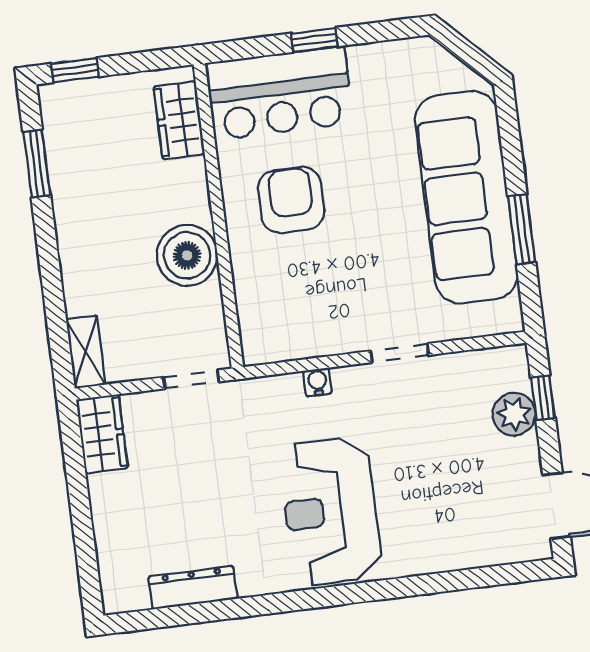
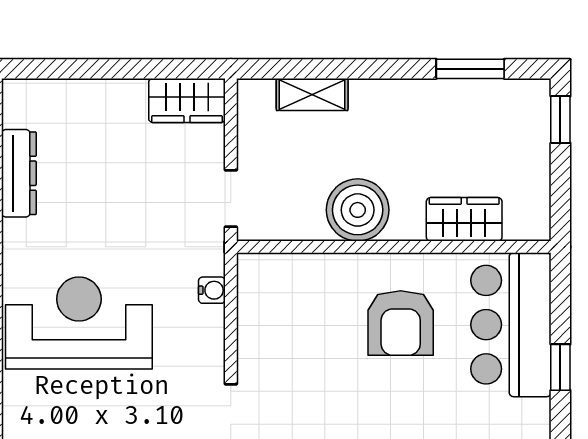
wardrobe: (179, 120) -> (464, 219), moved
armchair: (291, 200) -> (401, 323), turned 90
shelving: (86, 352) -> (312, 94), moved
water cooler: (317, 382) -> (212, 290), moved

